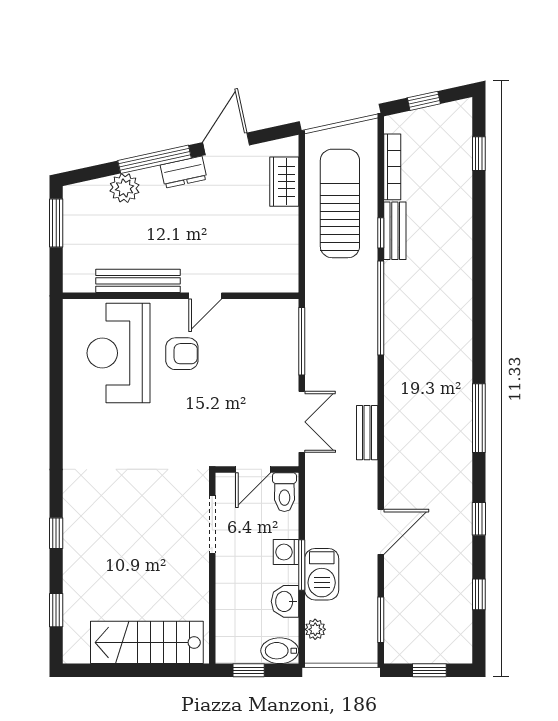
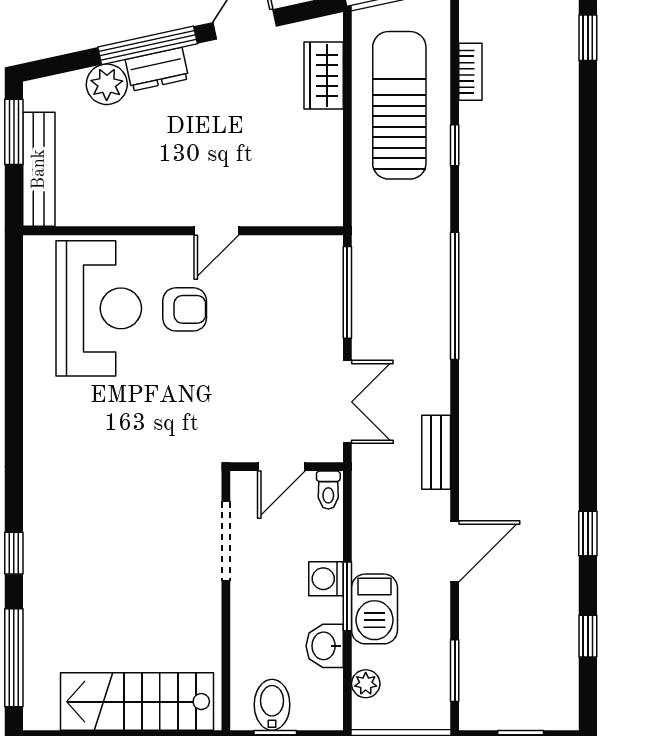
bookcase: (392, 167) -> (470, 72), width x0.64
dresser: (184, 172) -> (157, 69), moved
bench: (395, 231) -> (474, 143), removed
bench: (138, 281) -> (39, 169), moved, turned 90
window: (381, 308) -> (455, 296), moved
reception desk: (119, 353) -> (99, 308), turned 180
window: (479, 418) -> (588, 397), removed
bench: (367, 433) -> (436, 452), moved
toilet: (284, 492) -> (328, 490), width x0.73, depth x0.72
window: (56, 610) -> (14, 658), width x2.17
bidet: (280, 651) -> (272, 705), moved, turned 90

